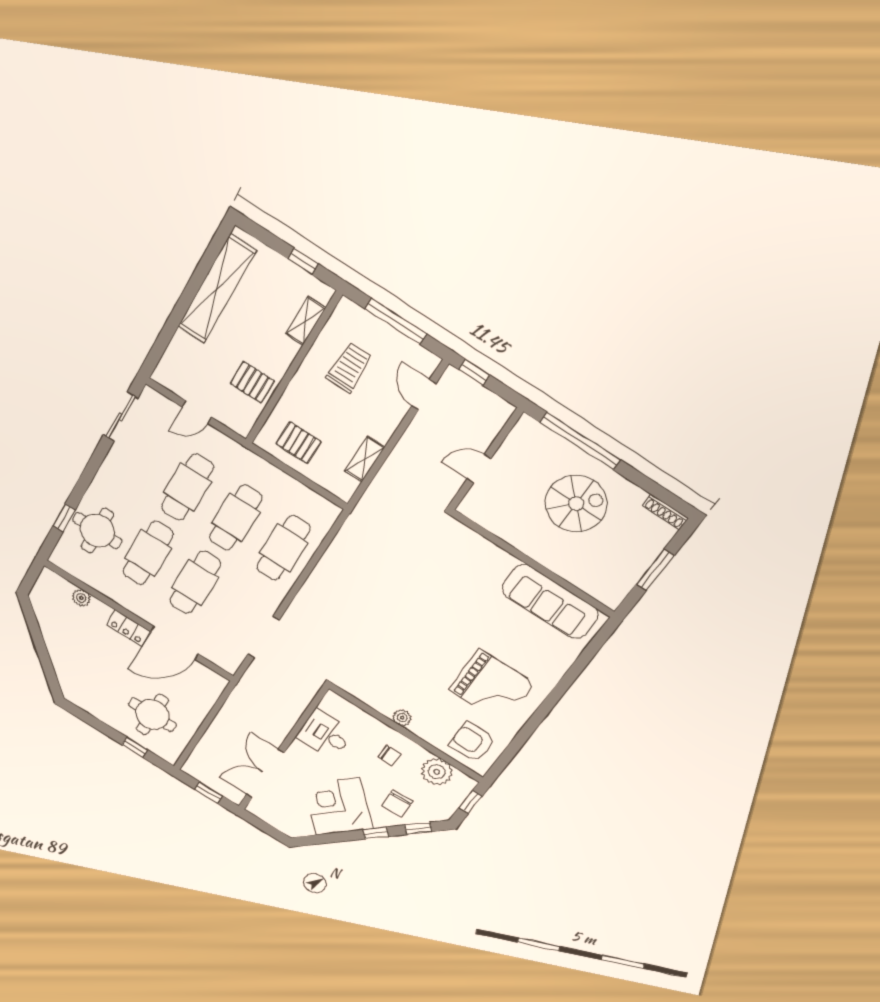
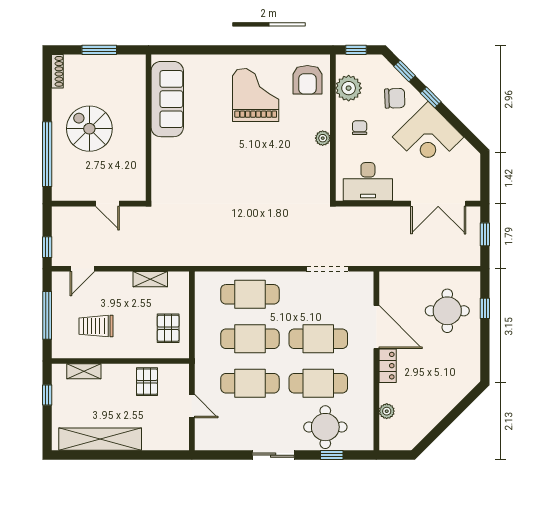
sliding door: (121, 417) -> (273, 455), moved
desk: (325, 734) -> (368, 182), width x1.37

